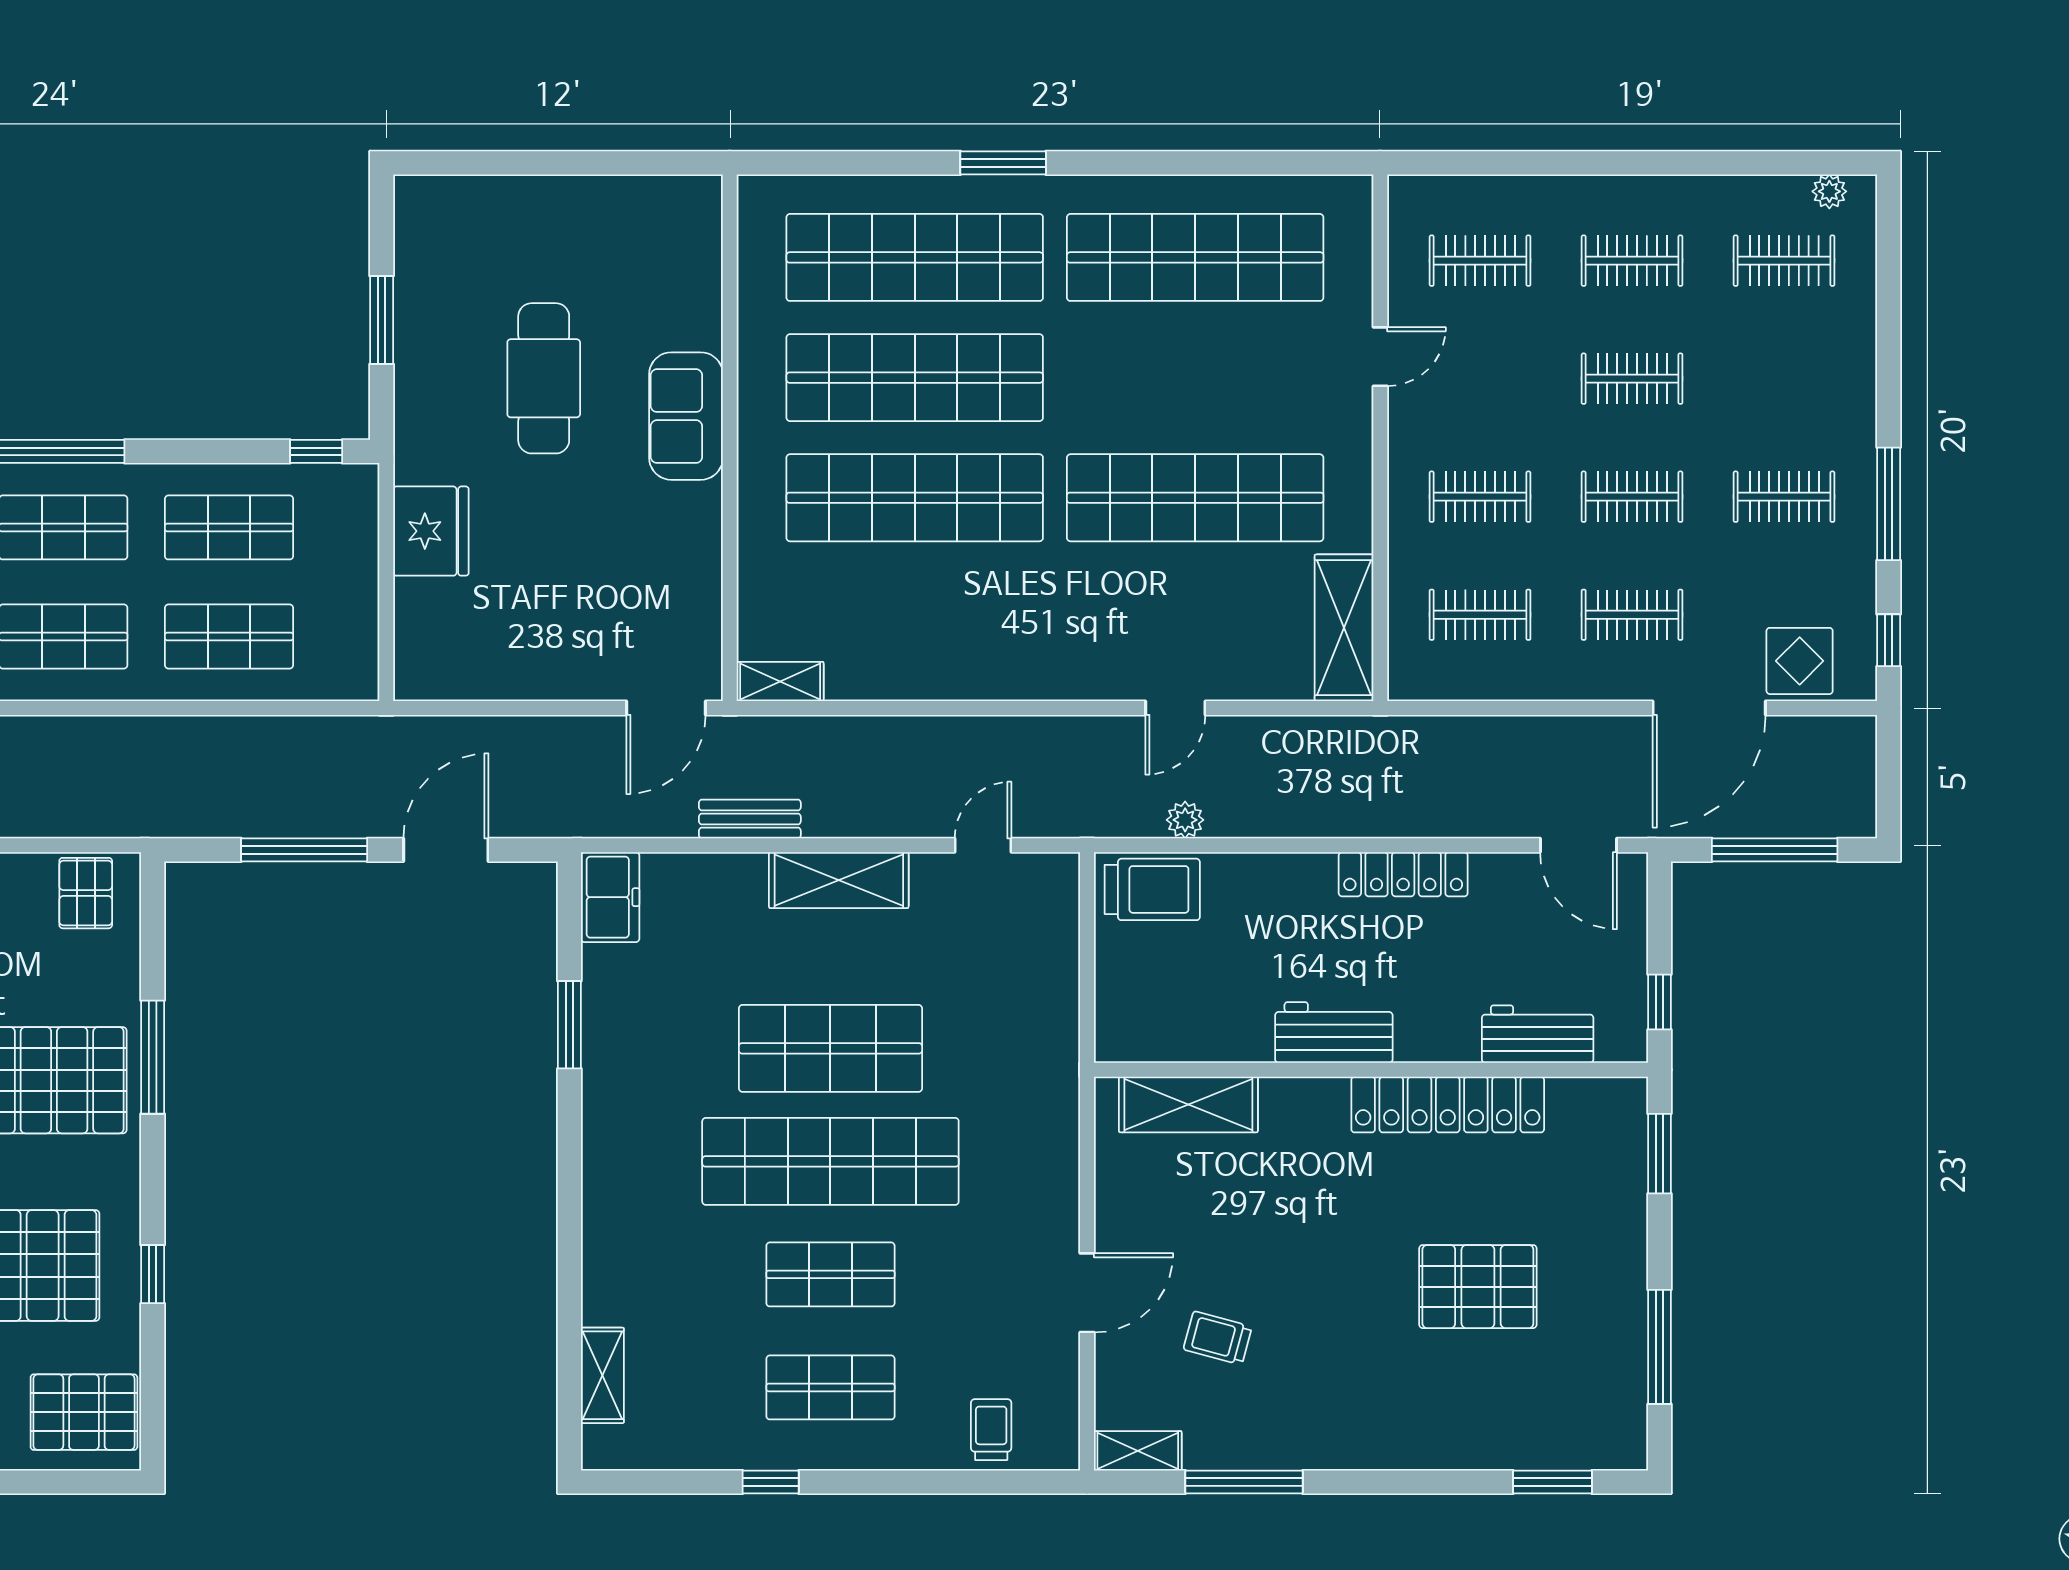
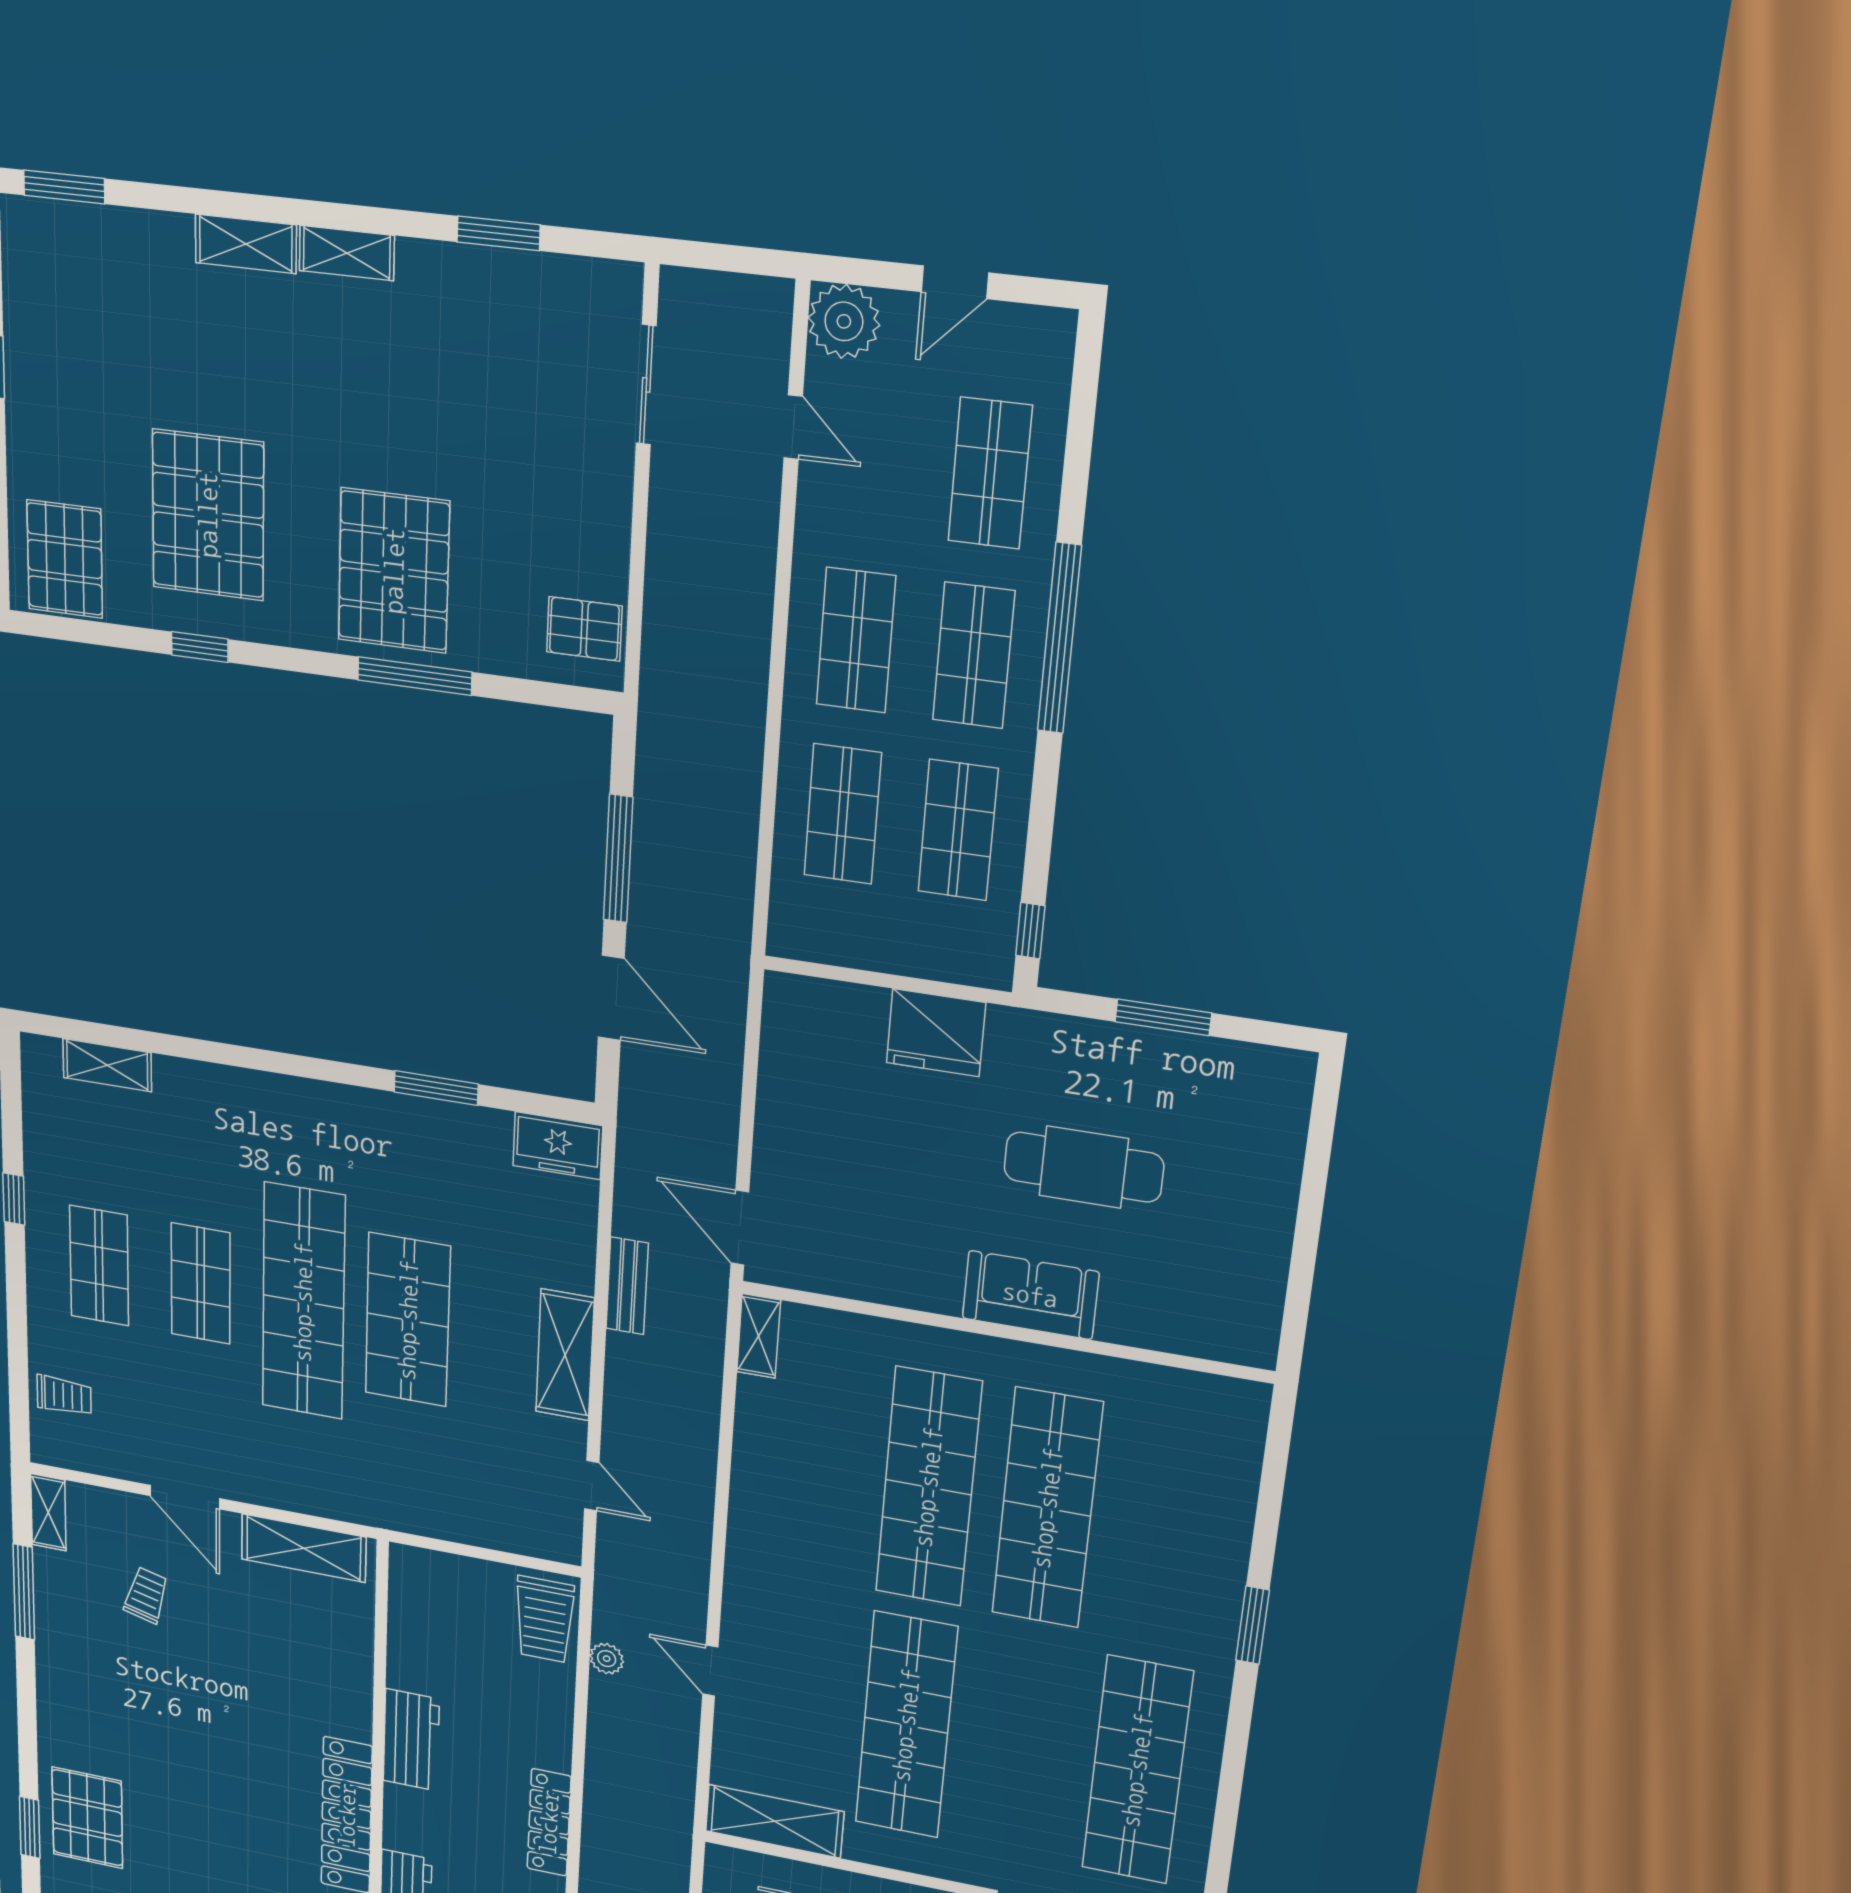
shop shelf: (915, 257) -> (1167, 1530), removed
shelving: (1188, 1104) -> (304, 1548), moved, turned 90
pallet: (1478, 1287) -> (87, 1818), moved

